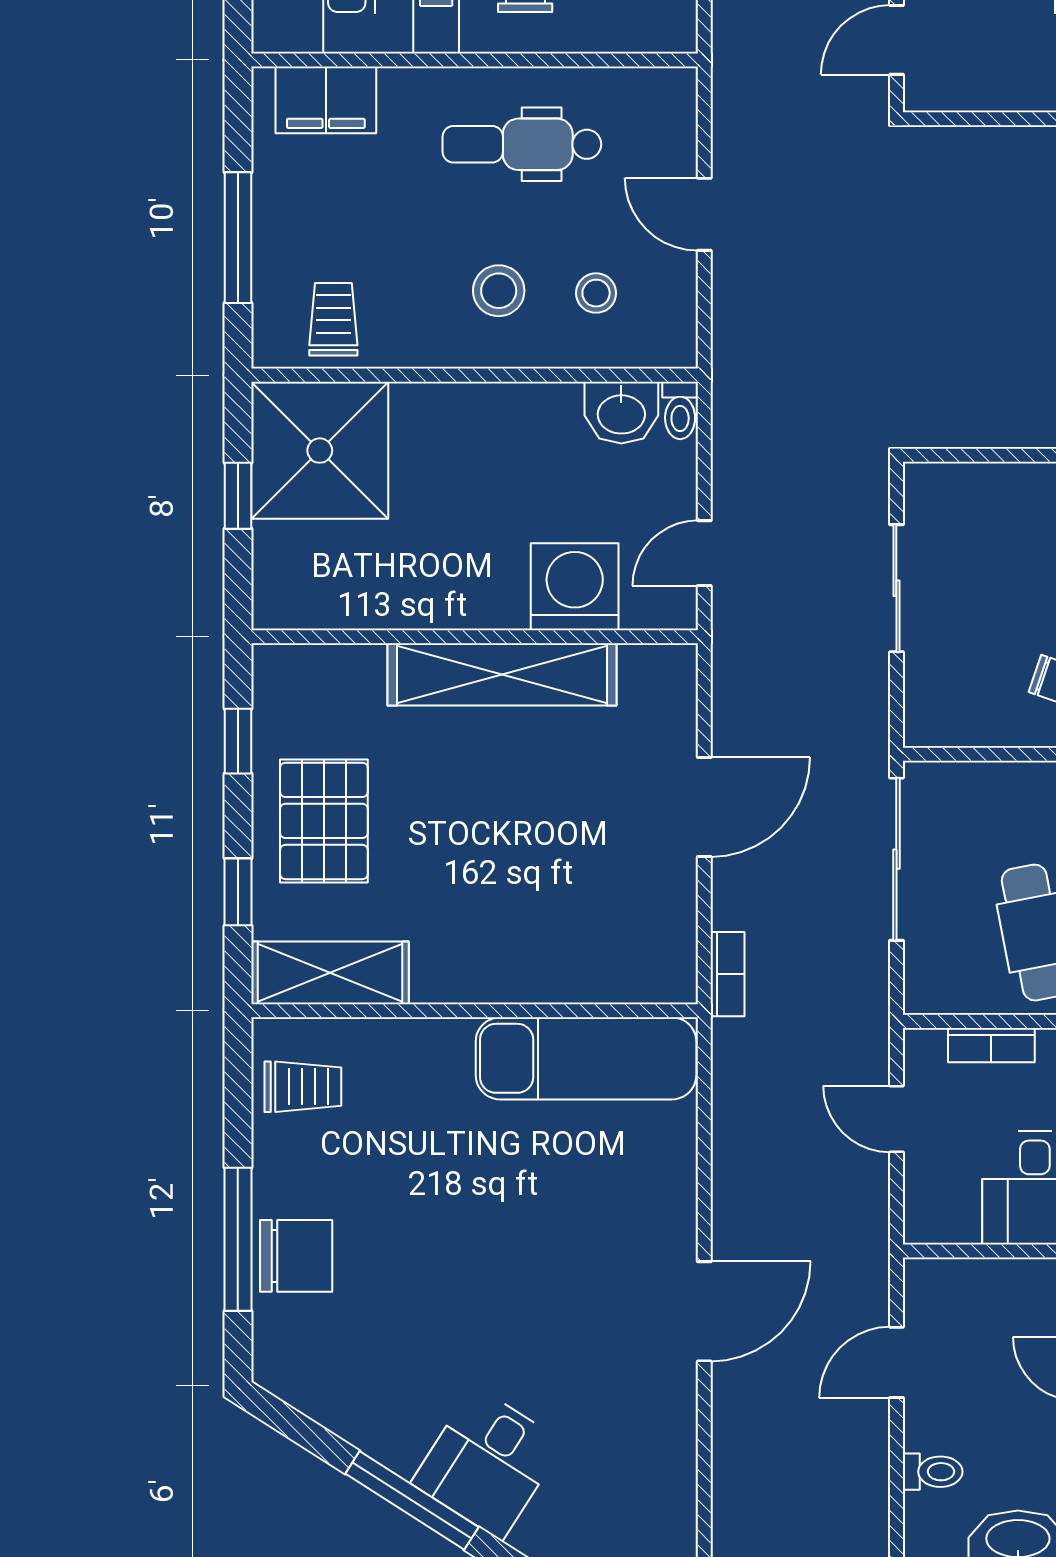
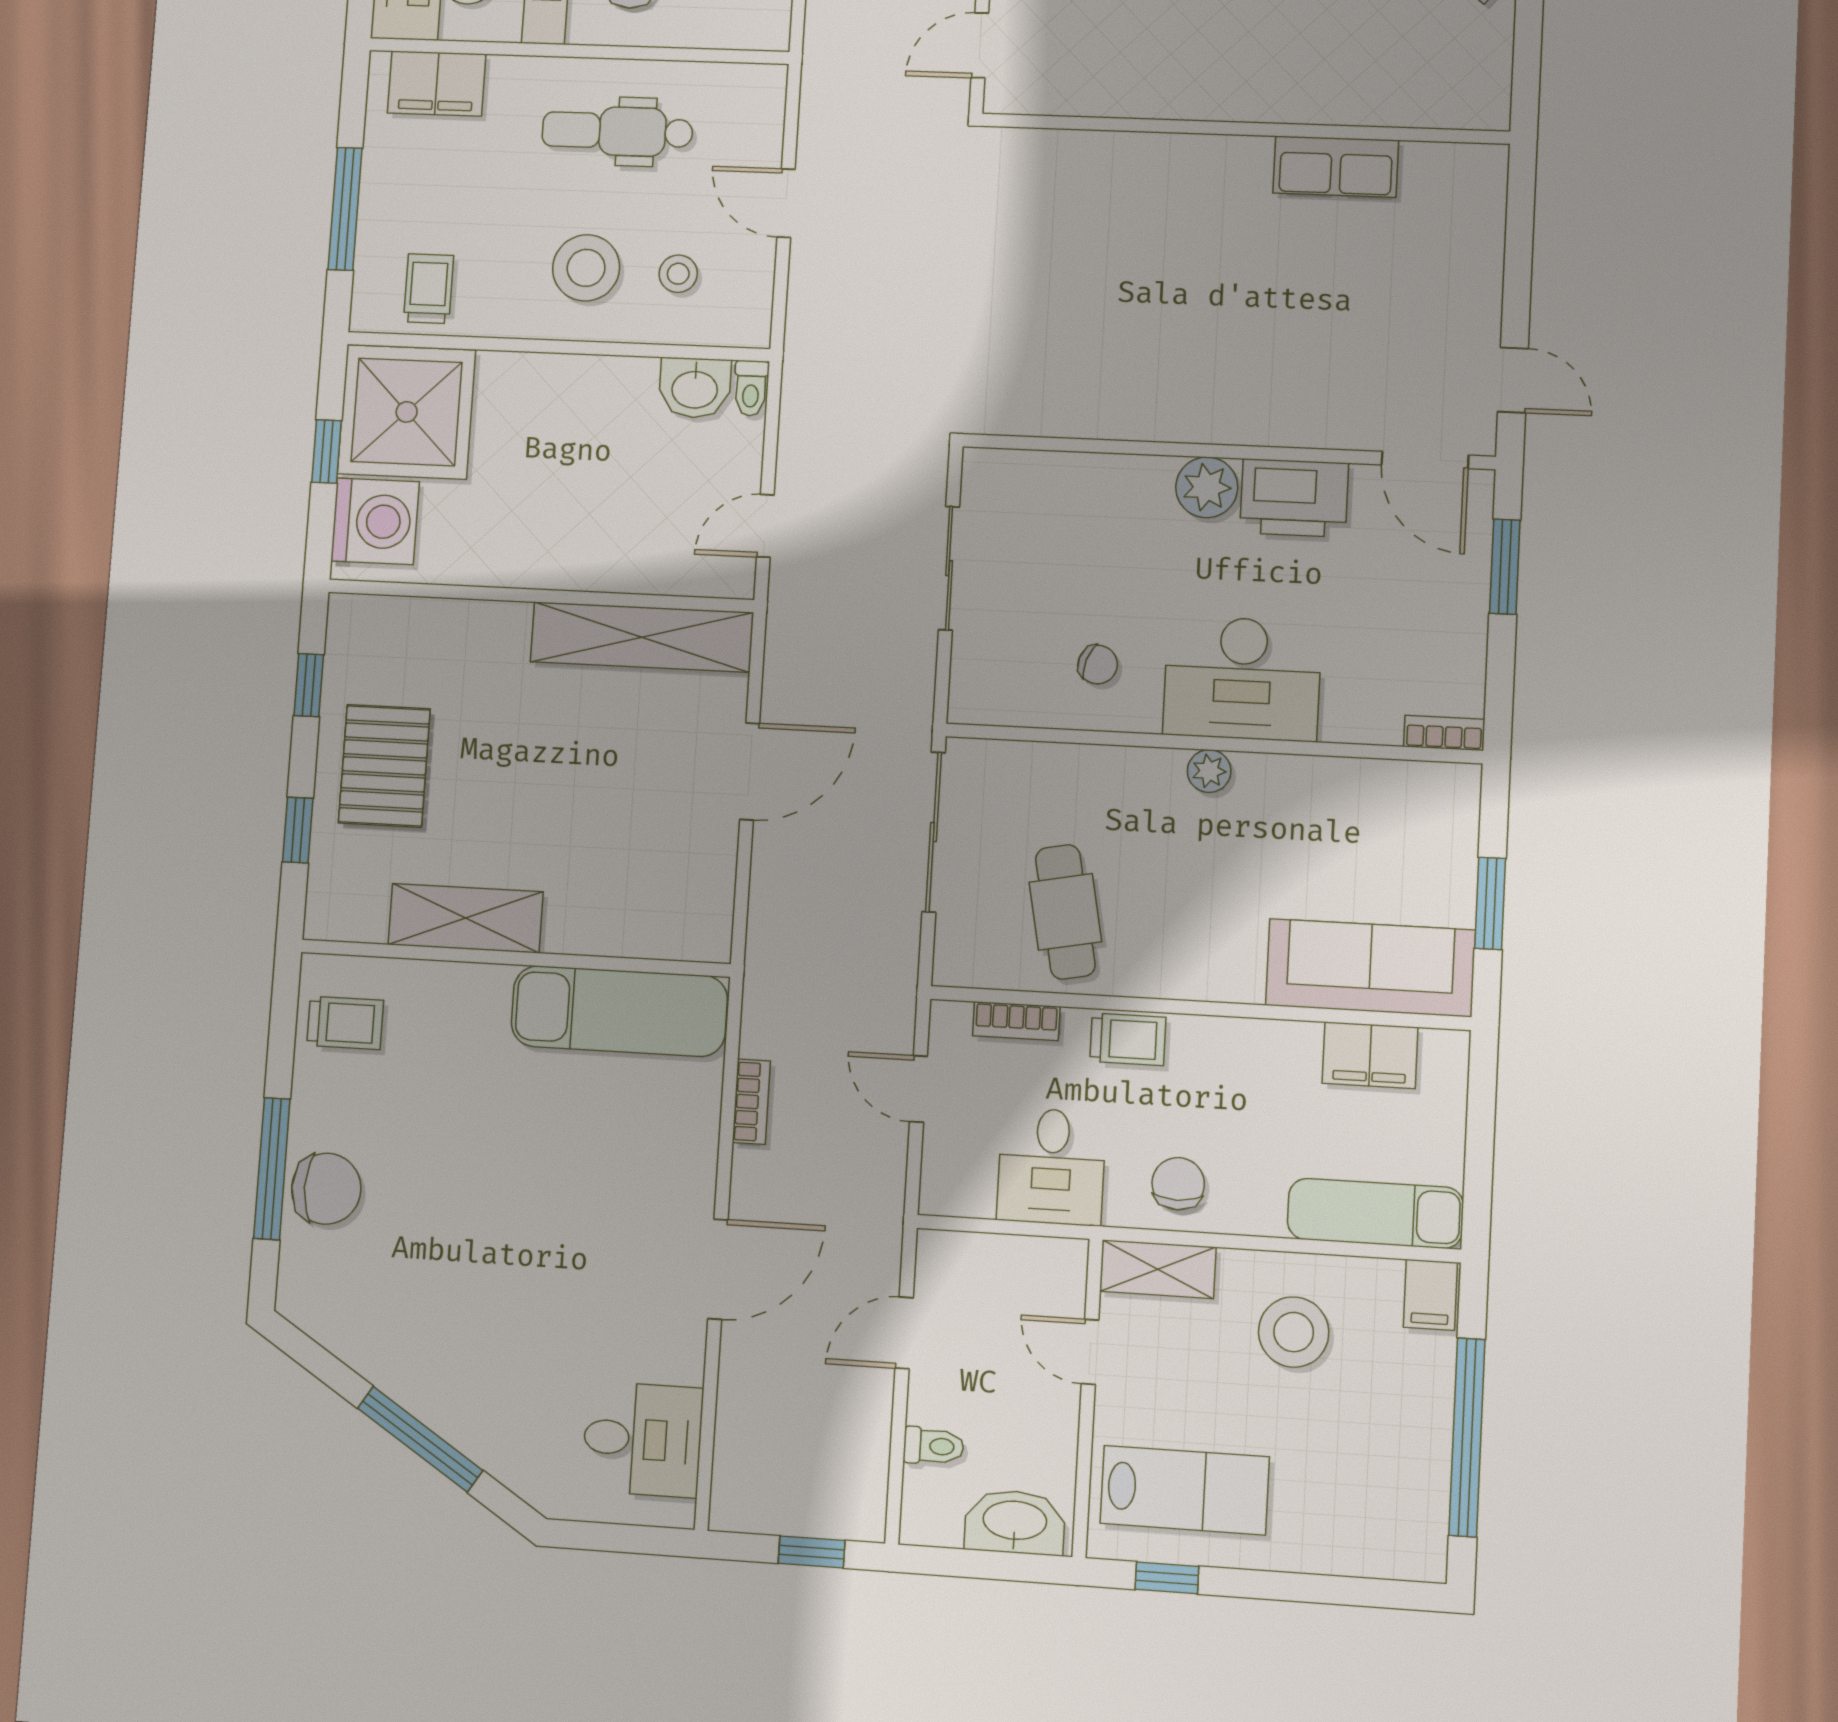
stool: (499, 291) -> (586, 268), width x1.38, depth x1.38
washing machine: (575, 587) -> (375, 521), moved, turned 90
shelving: (502, 674) -> (642, 637), moved
shelving: (330, 973) -> (465, 918), moved
bookcase: (727, 974) -> (751, 1102), moved
desk: (488, 1463) -> (642, 1439), moved, turned -123

